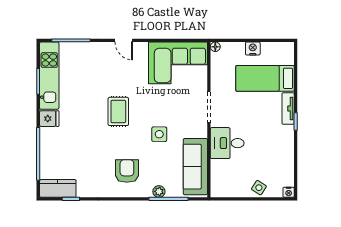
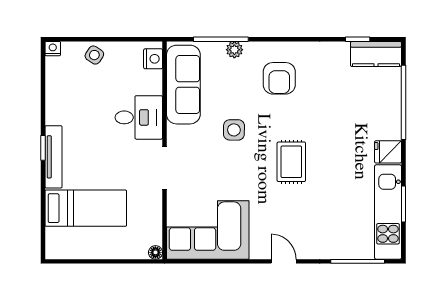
nightstand: (253, 48) -> (153, 59), moved, turned -90
tv unit: (288, 108) -> (53, 157), width x1.41

